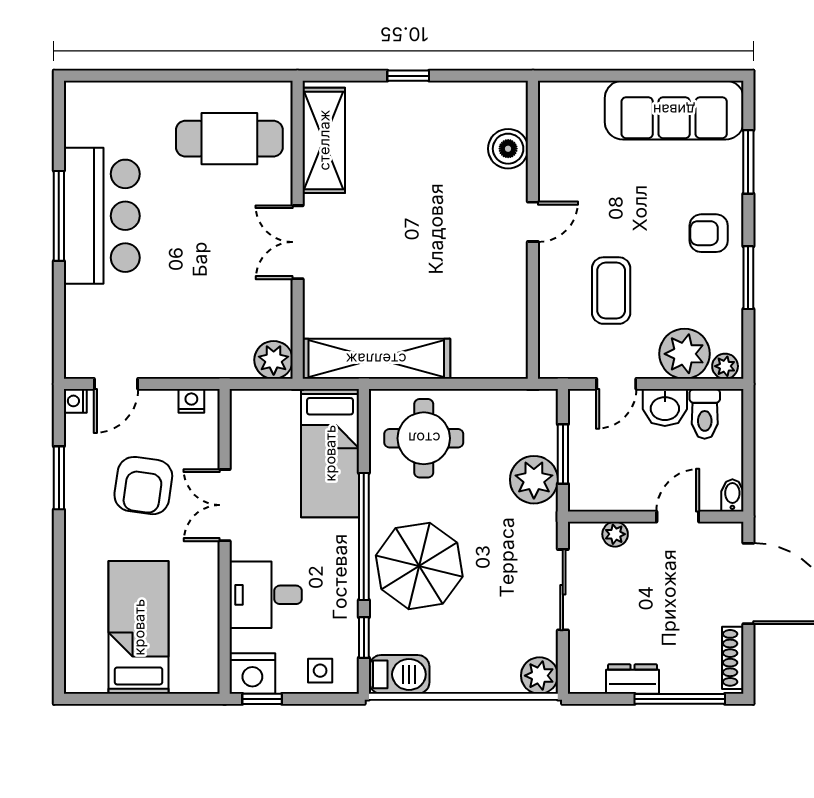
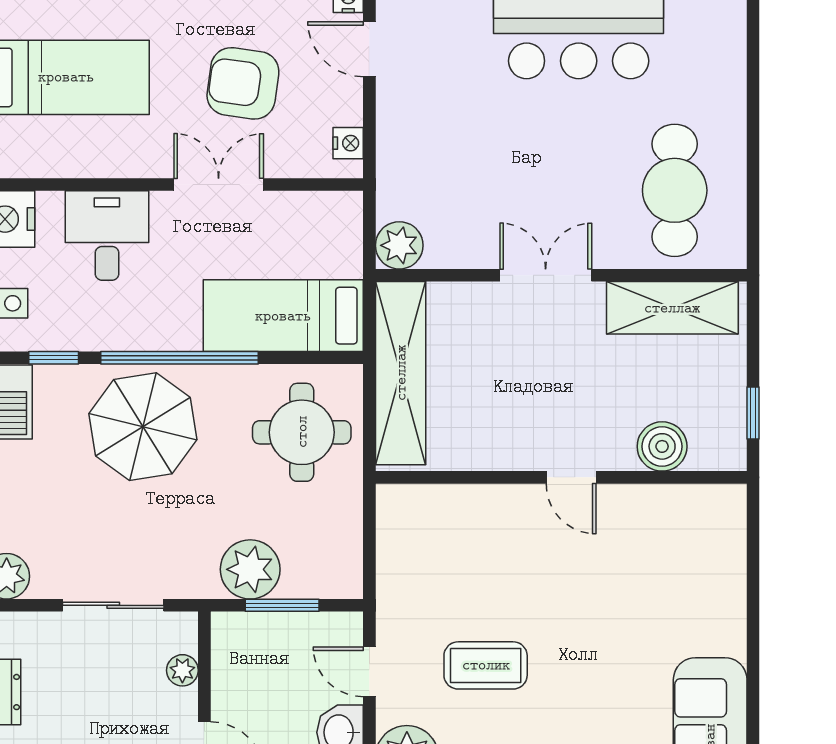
boiler: (508, 149) -> (662, 446), moved
door: (533, 222) -> (571, 477), moved
wall: (533, 230) -> (561, 477), moved

